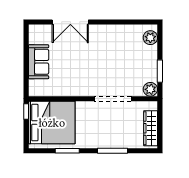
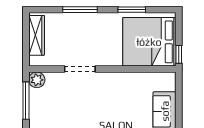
window: (160, 71) -> (26, 101), width x1.44
doorway: (113, 99) -> (80, 69), width x0.73

